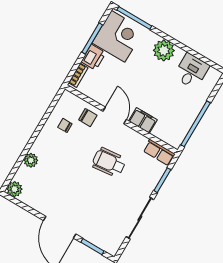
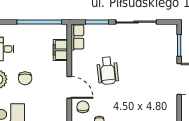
chair: (149, 78) -> (25, 78), added
door: (115, 115) -> (69, 87), swing flipped
filing cabinet: (143, 120) -> (60, 50), moved

